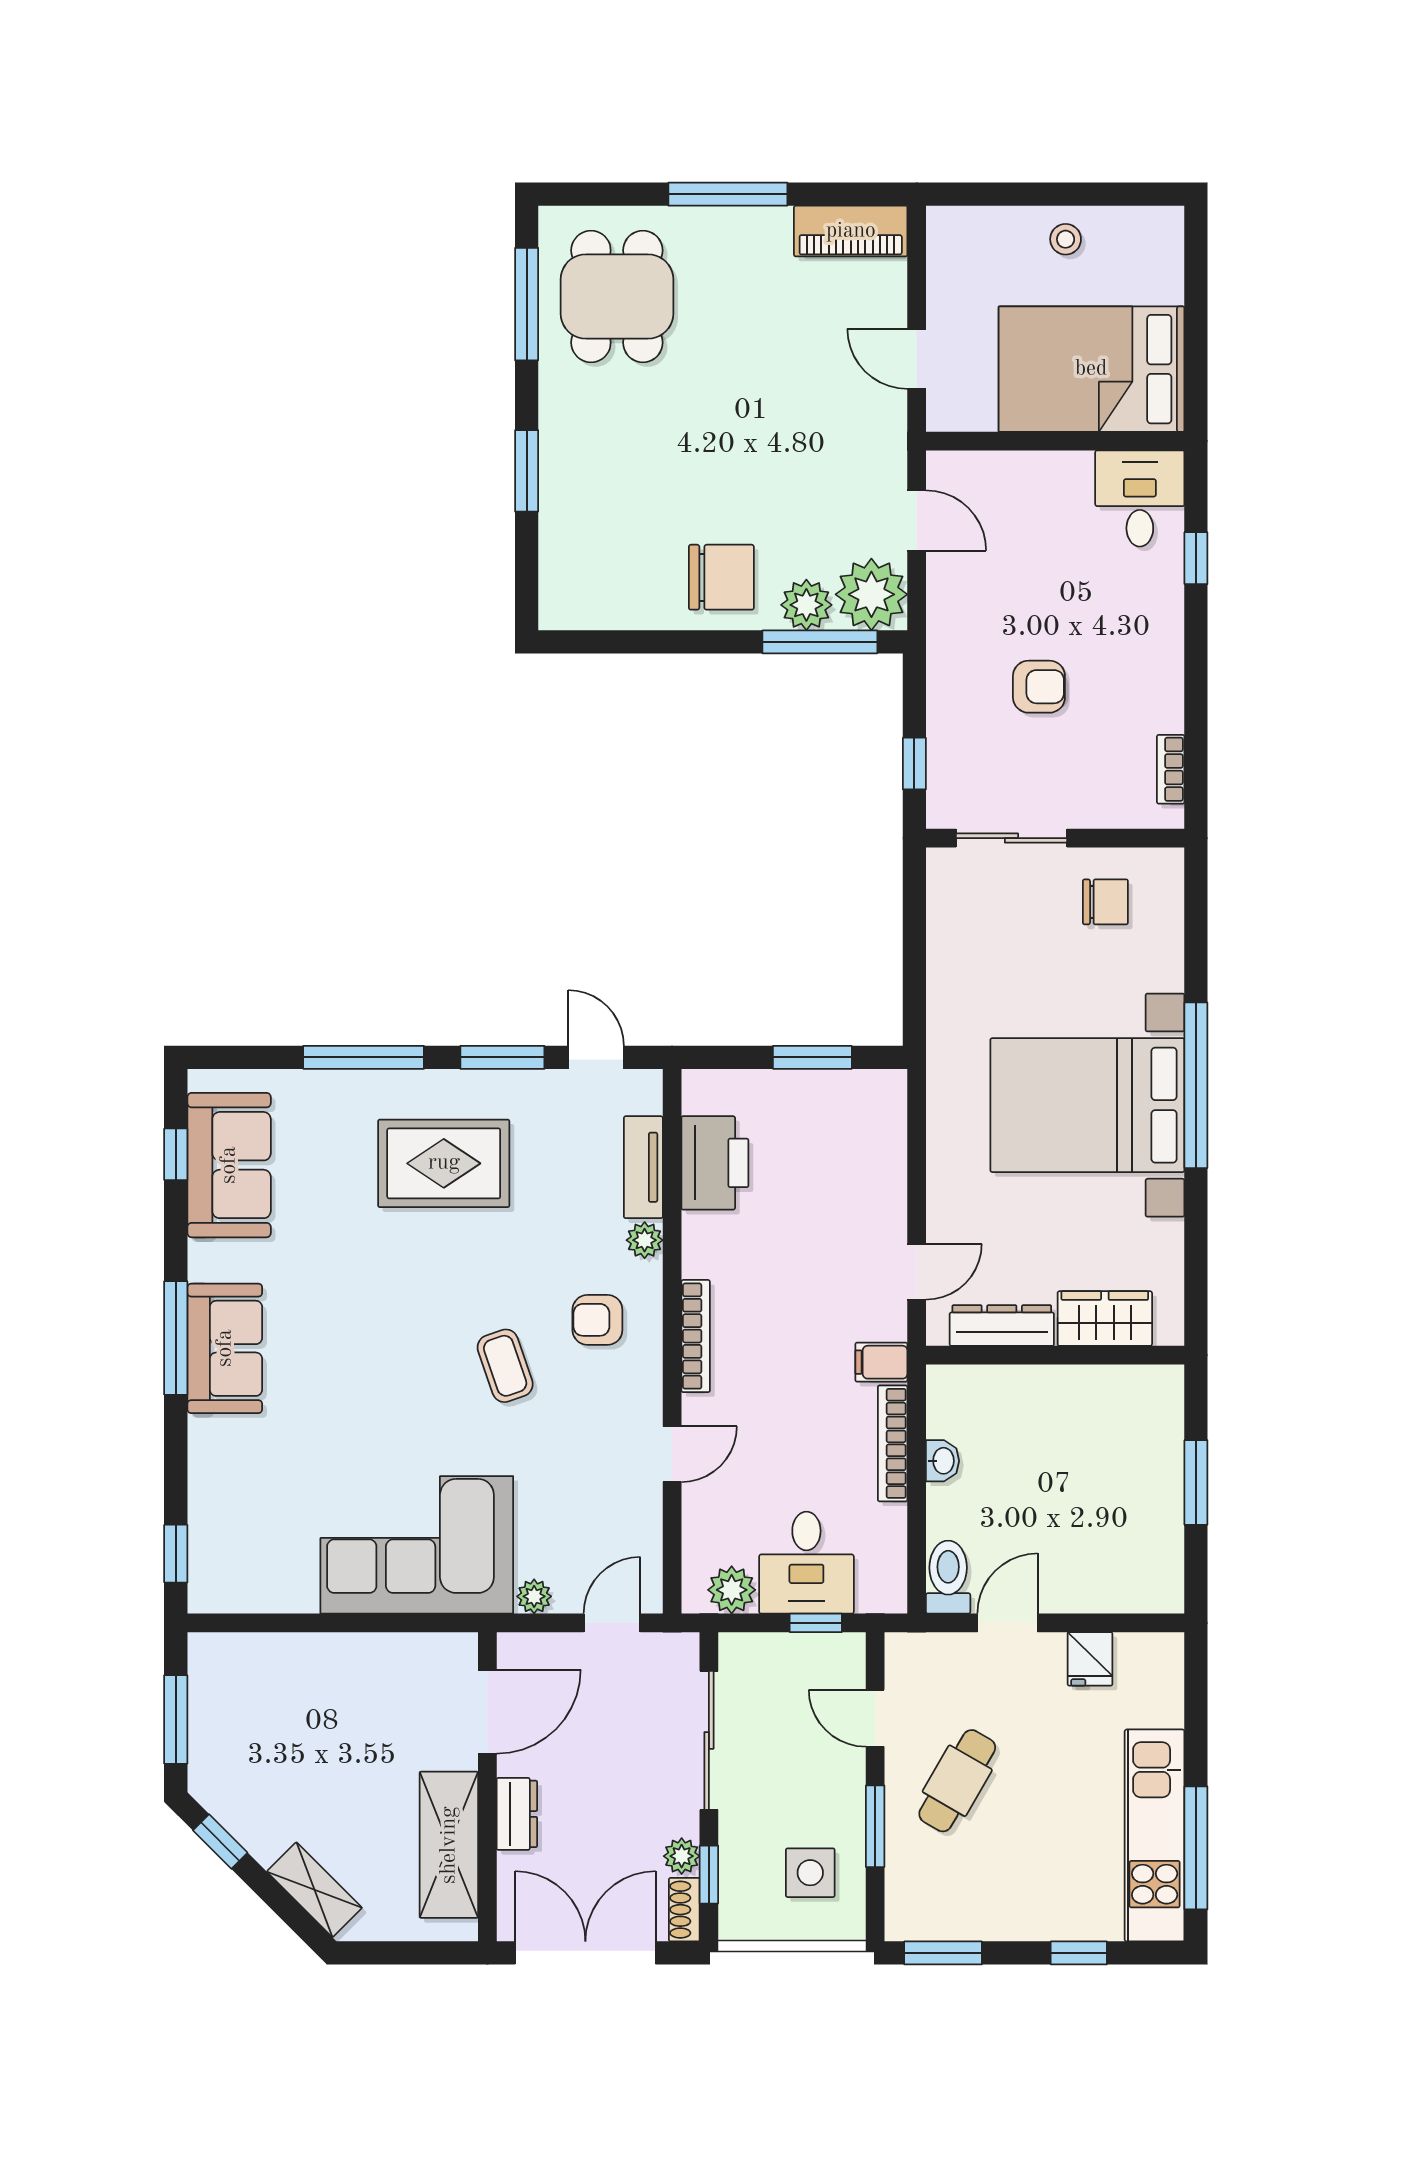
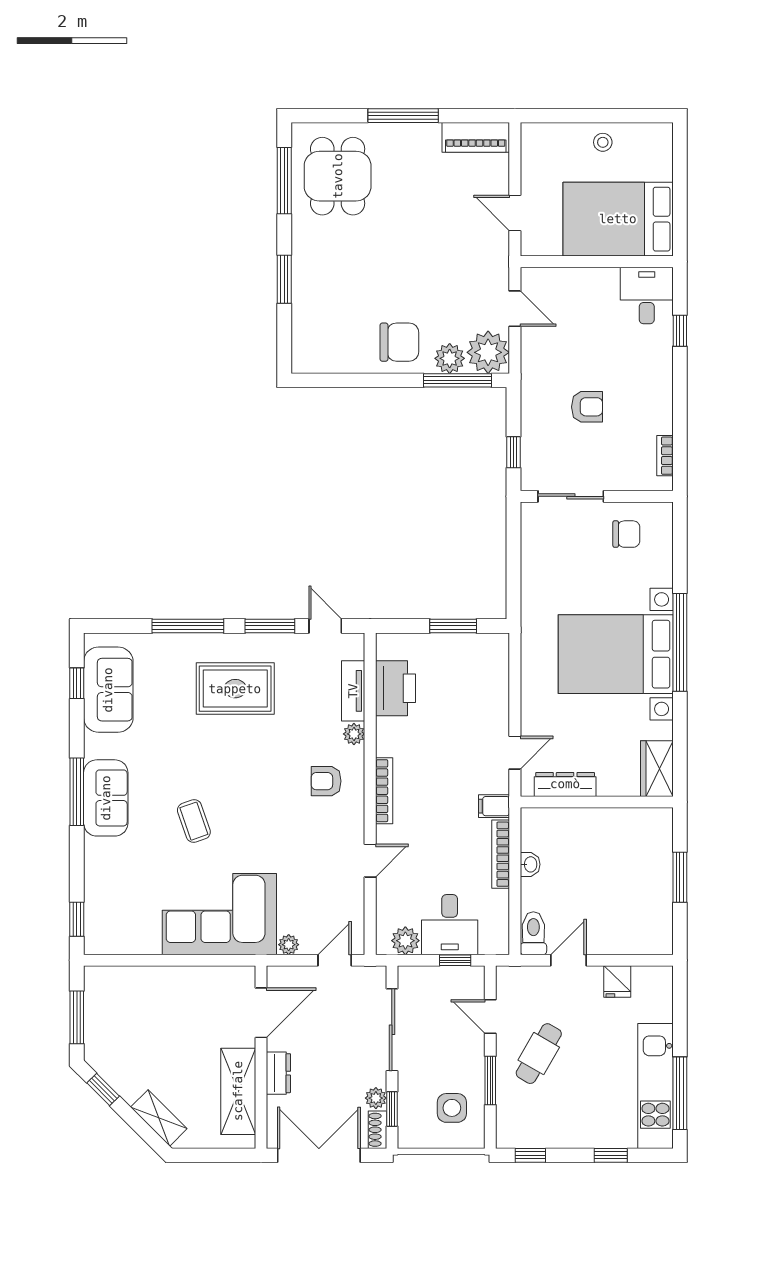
wardrobe: (1105, 1319) -> (657, 769), moved, turned -90
coffee table: (505, 1366) -> (194, 821), moved
window: (943, 1953) -> (530, 1155), width x0.67

